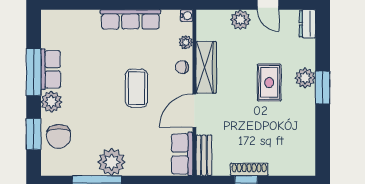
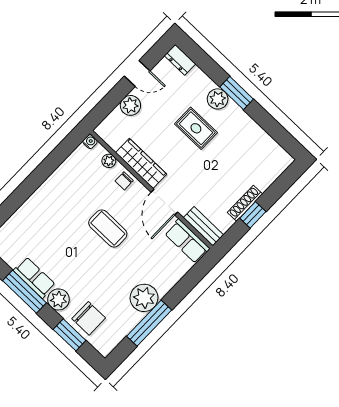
row of seats: (130, 19) -> (54, 185), removed

